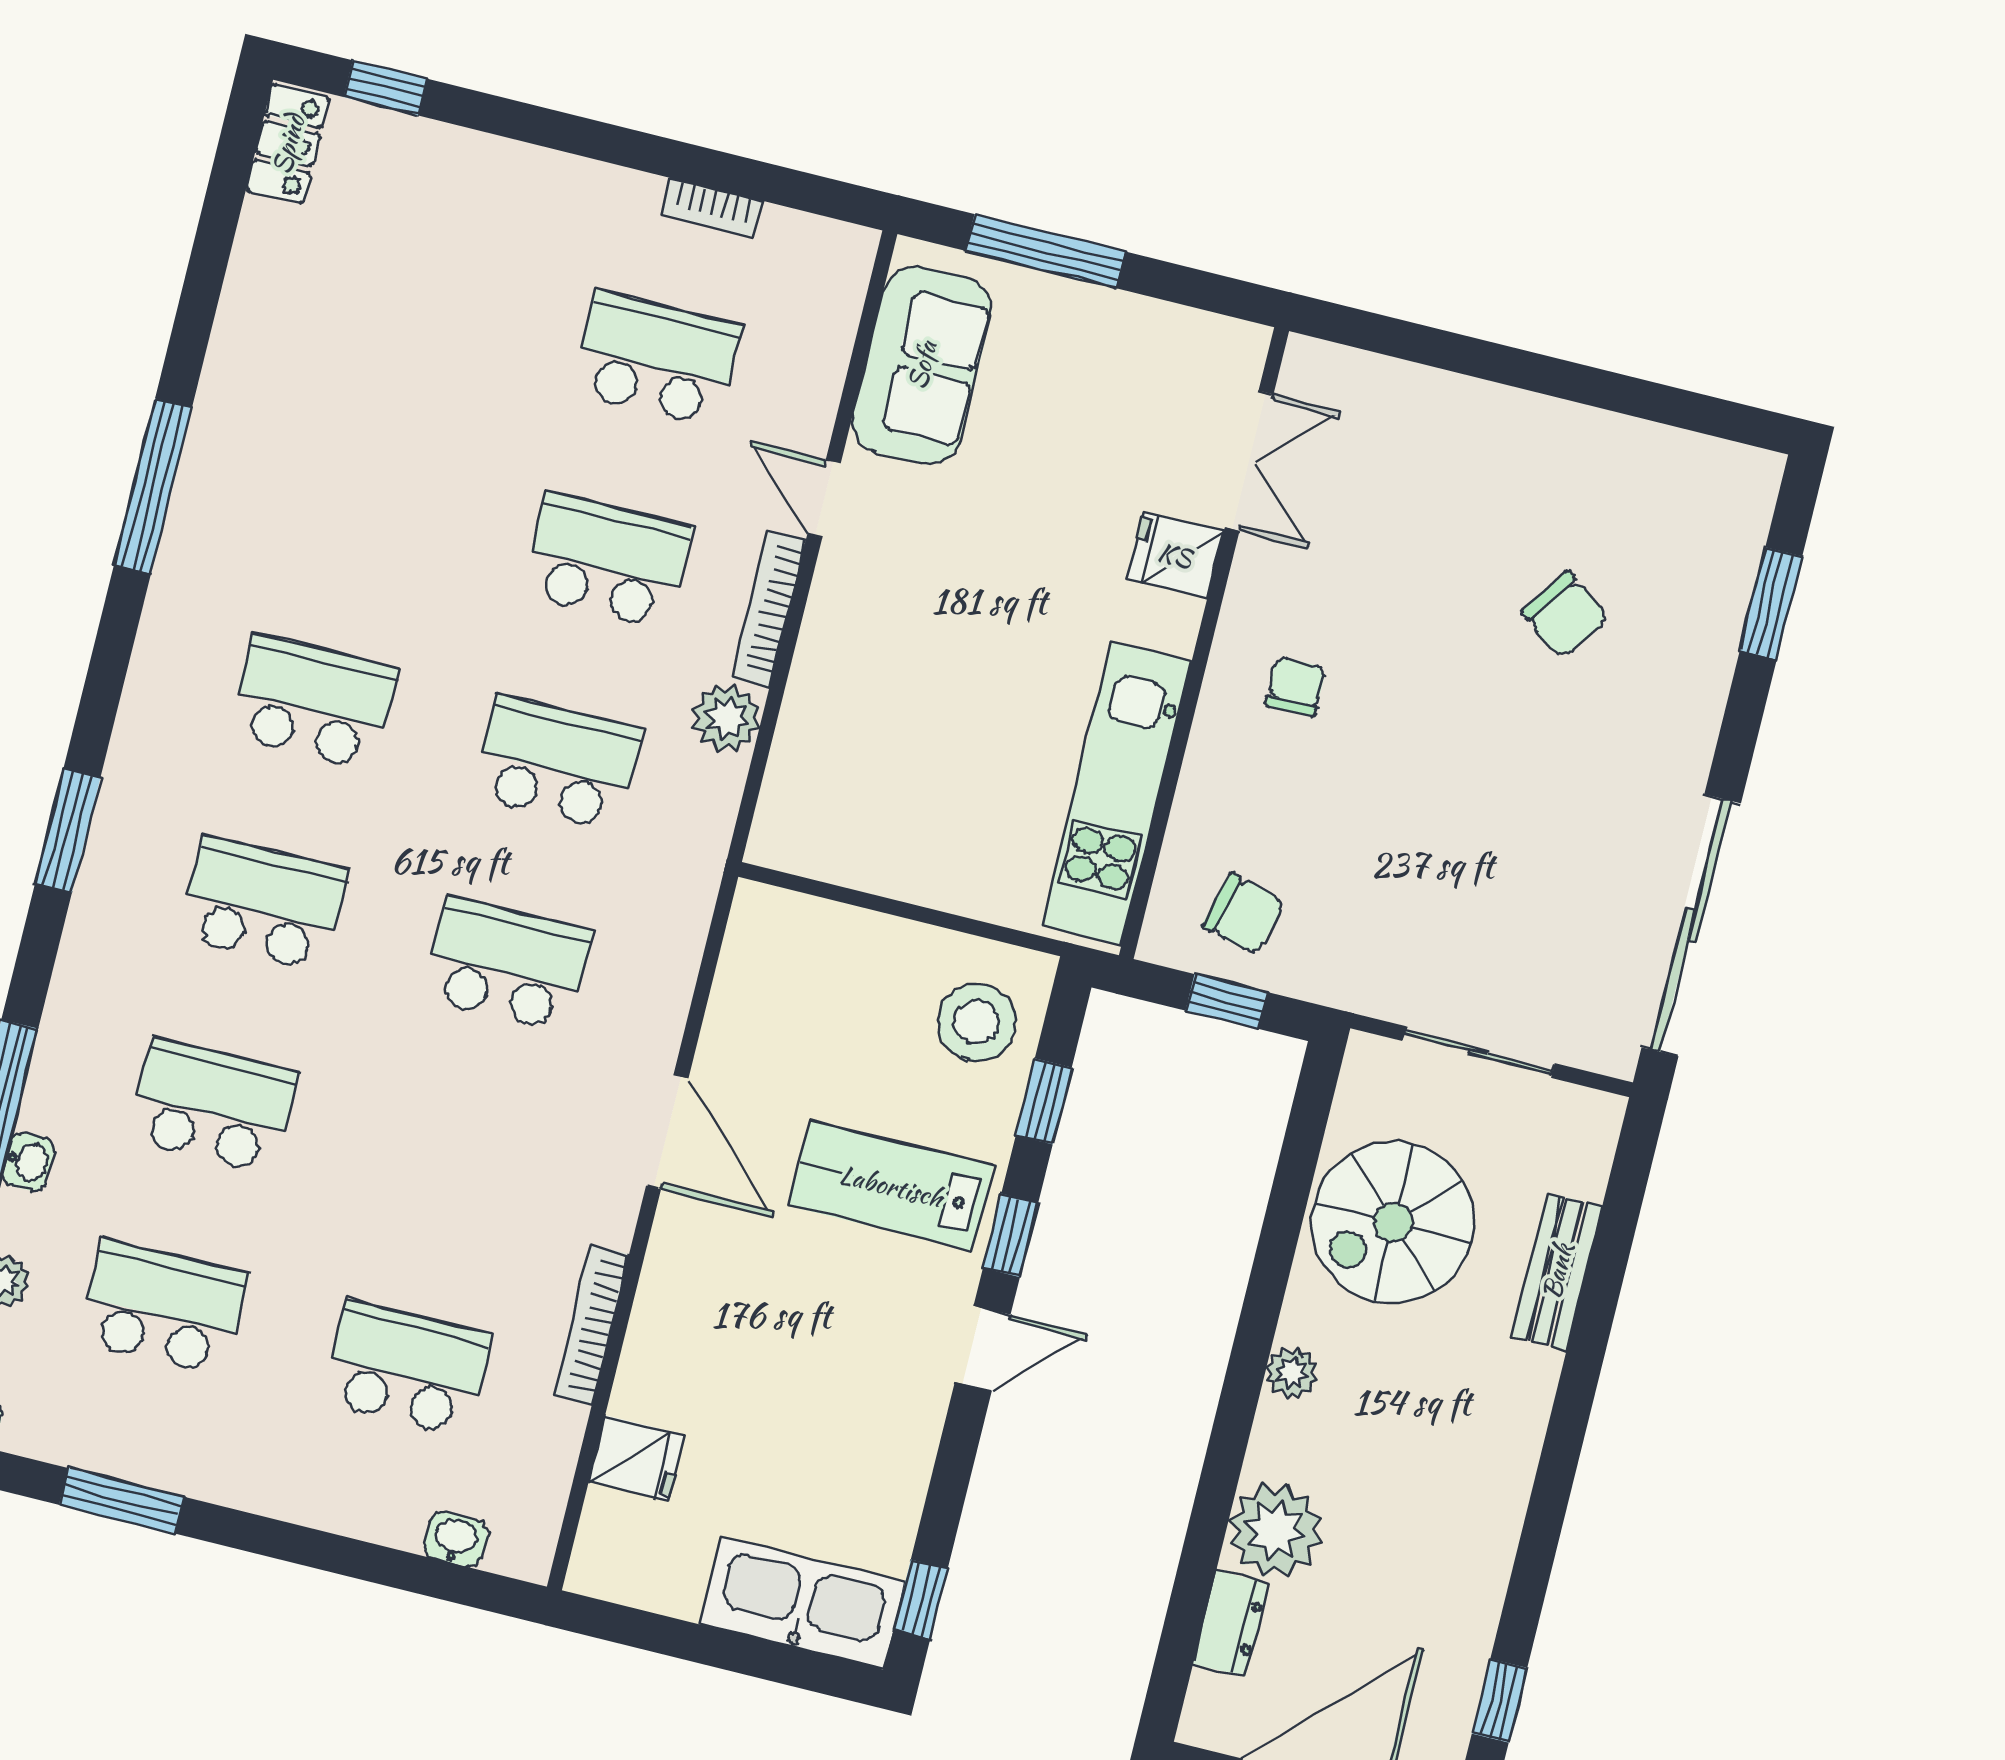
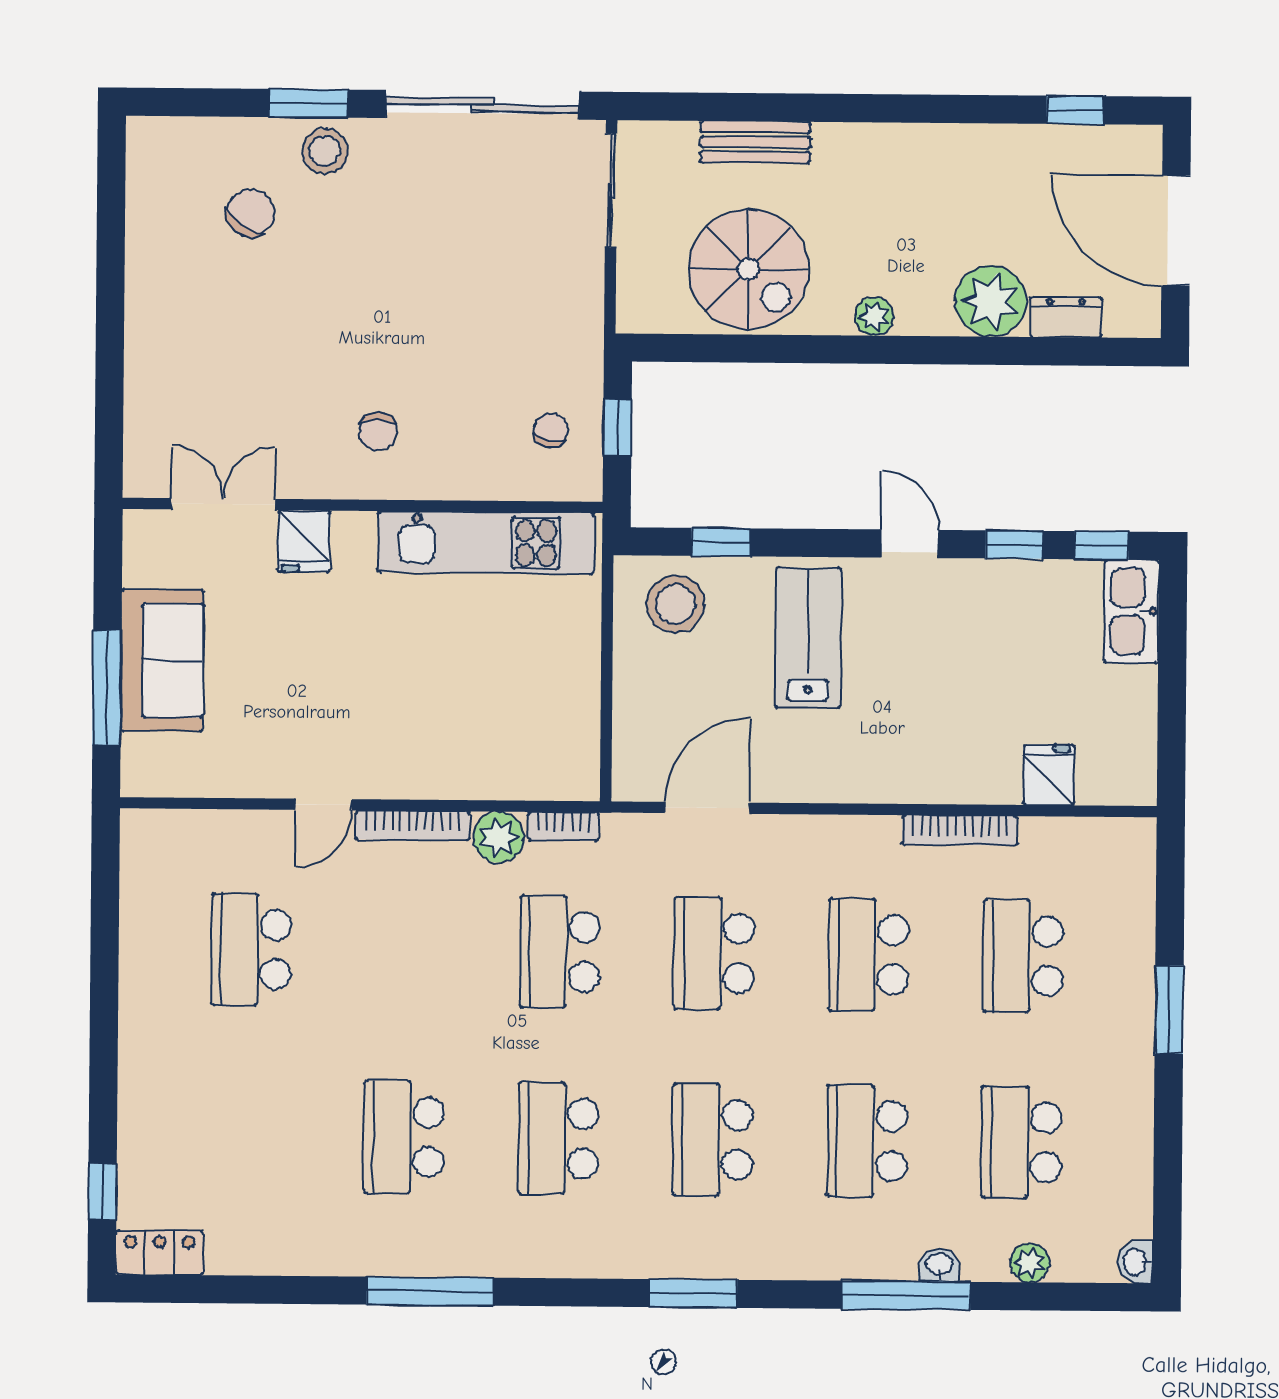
bookcase: (712, 208) -> (563, 826), moved, turned 90
sofa: (922, 365) -> (162, 660), moved, turned 90
school desk: (607, 560) -> (404, 1137), moved
window: (1771, 603) -> (309, 103), moved
chair: (1565, 615) -> (250, 213), moved
chair: (1296, 686) -> (378, 432), turned -90
stool: (1680, 704) -> (325, 151), added
chair: (1244, 914) -> (551, 430), width x0.73, depth x0.73
sliding door: (1478, 1052) -> (611, 191), moved
door: (667, 1132) -> (707, 808), moved
school desk: (457, 1166) -> (869, 955), added
lab bench: (891, 1186) -> (808, 638), turned 180
window: (1011, 1235) -> (1014, 545), moved
window: (122, 1501) -> (1169, 1010), moved
washbasin: (455, 1539) -> (1138, 892), removed
kitchen sink: (803, 1603) -> (1131, 611), width x0.73, depth x0.81

